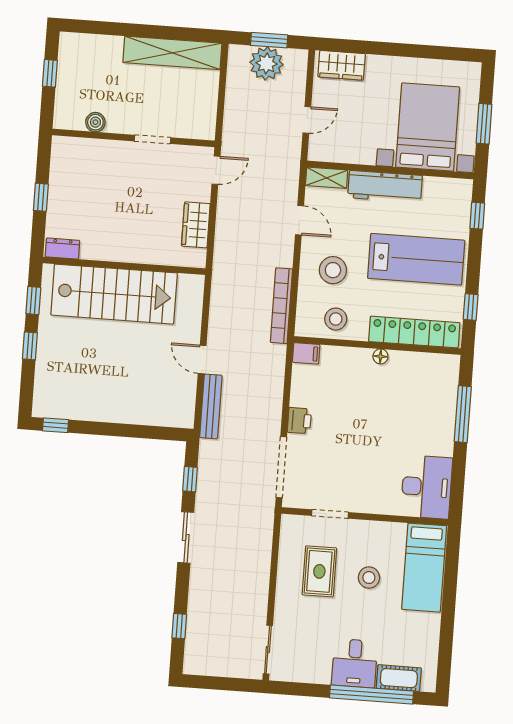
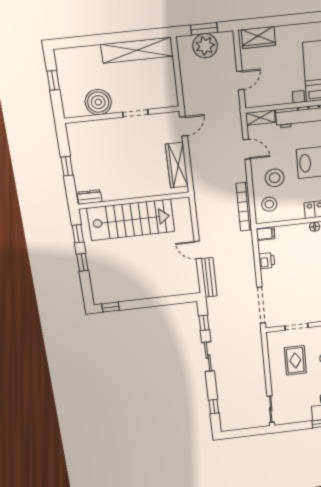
boiler: (95, 122) -> (98, 102), width x1.86, depth x1.86
wardrobe: (196, 225) -> (177, 165), width x1.50
stool: (336, 319) -> (269, 204), moved
printer: (299, 421) -> (267, 261), moved

